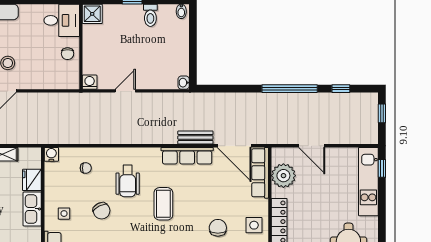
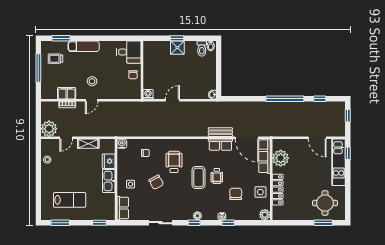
shower: (92, 14) -> (177, 48), moved
toilet: (150, 15) -> (202, 49), moved
door: (312, 146) -> (317, 138), moved
row of seats: (187, 156) -> (220, 145), width x0.68
wheelchair: (128, 181) -> (174, 162), turned 180
wheelchair: (190, 202) -> (217, 176), added

